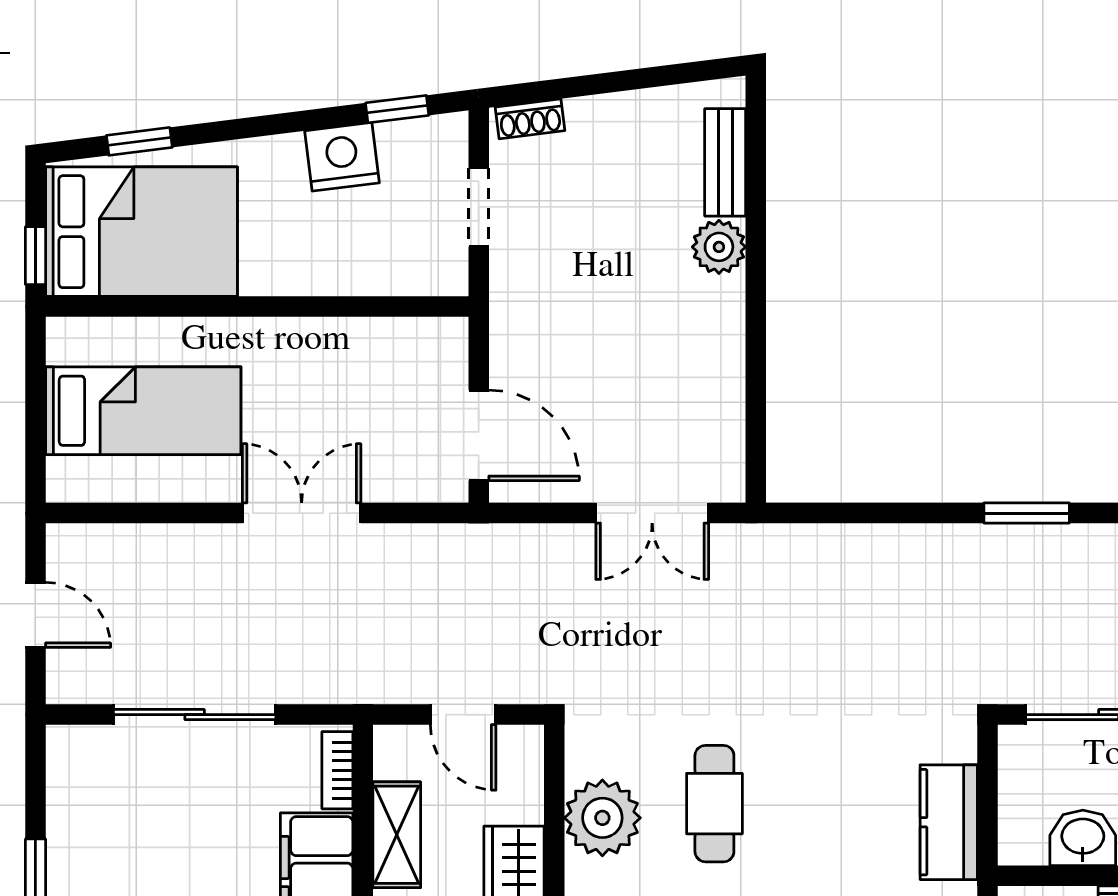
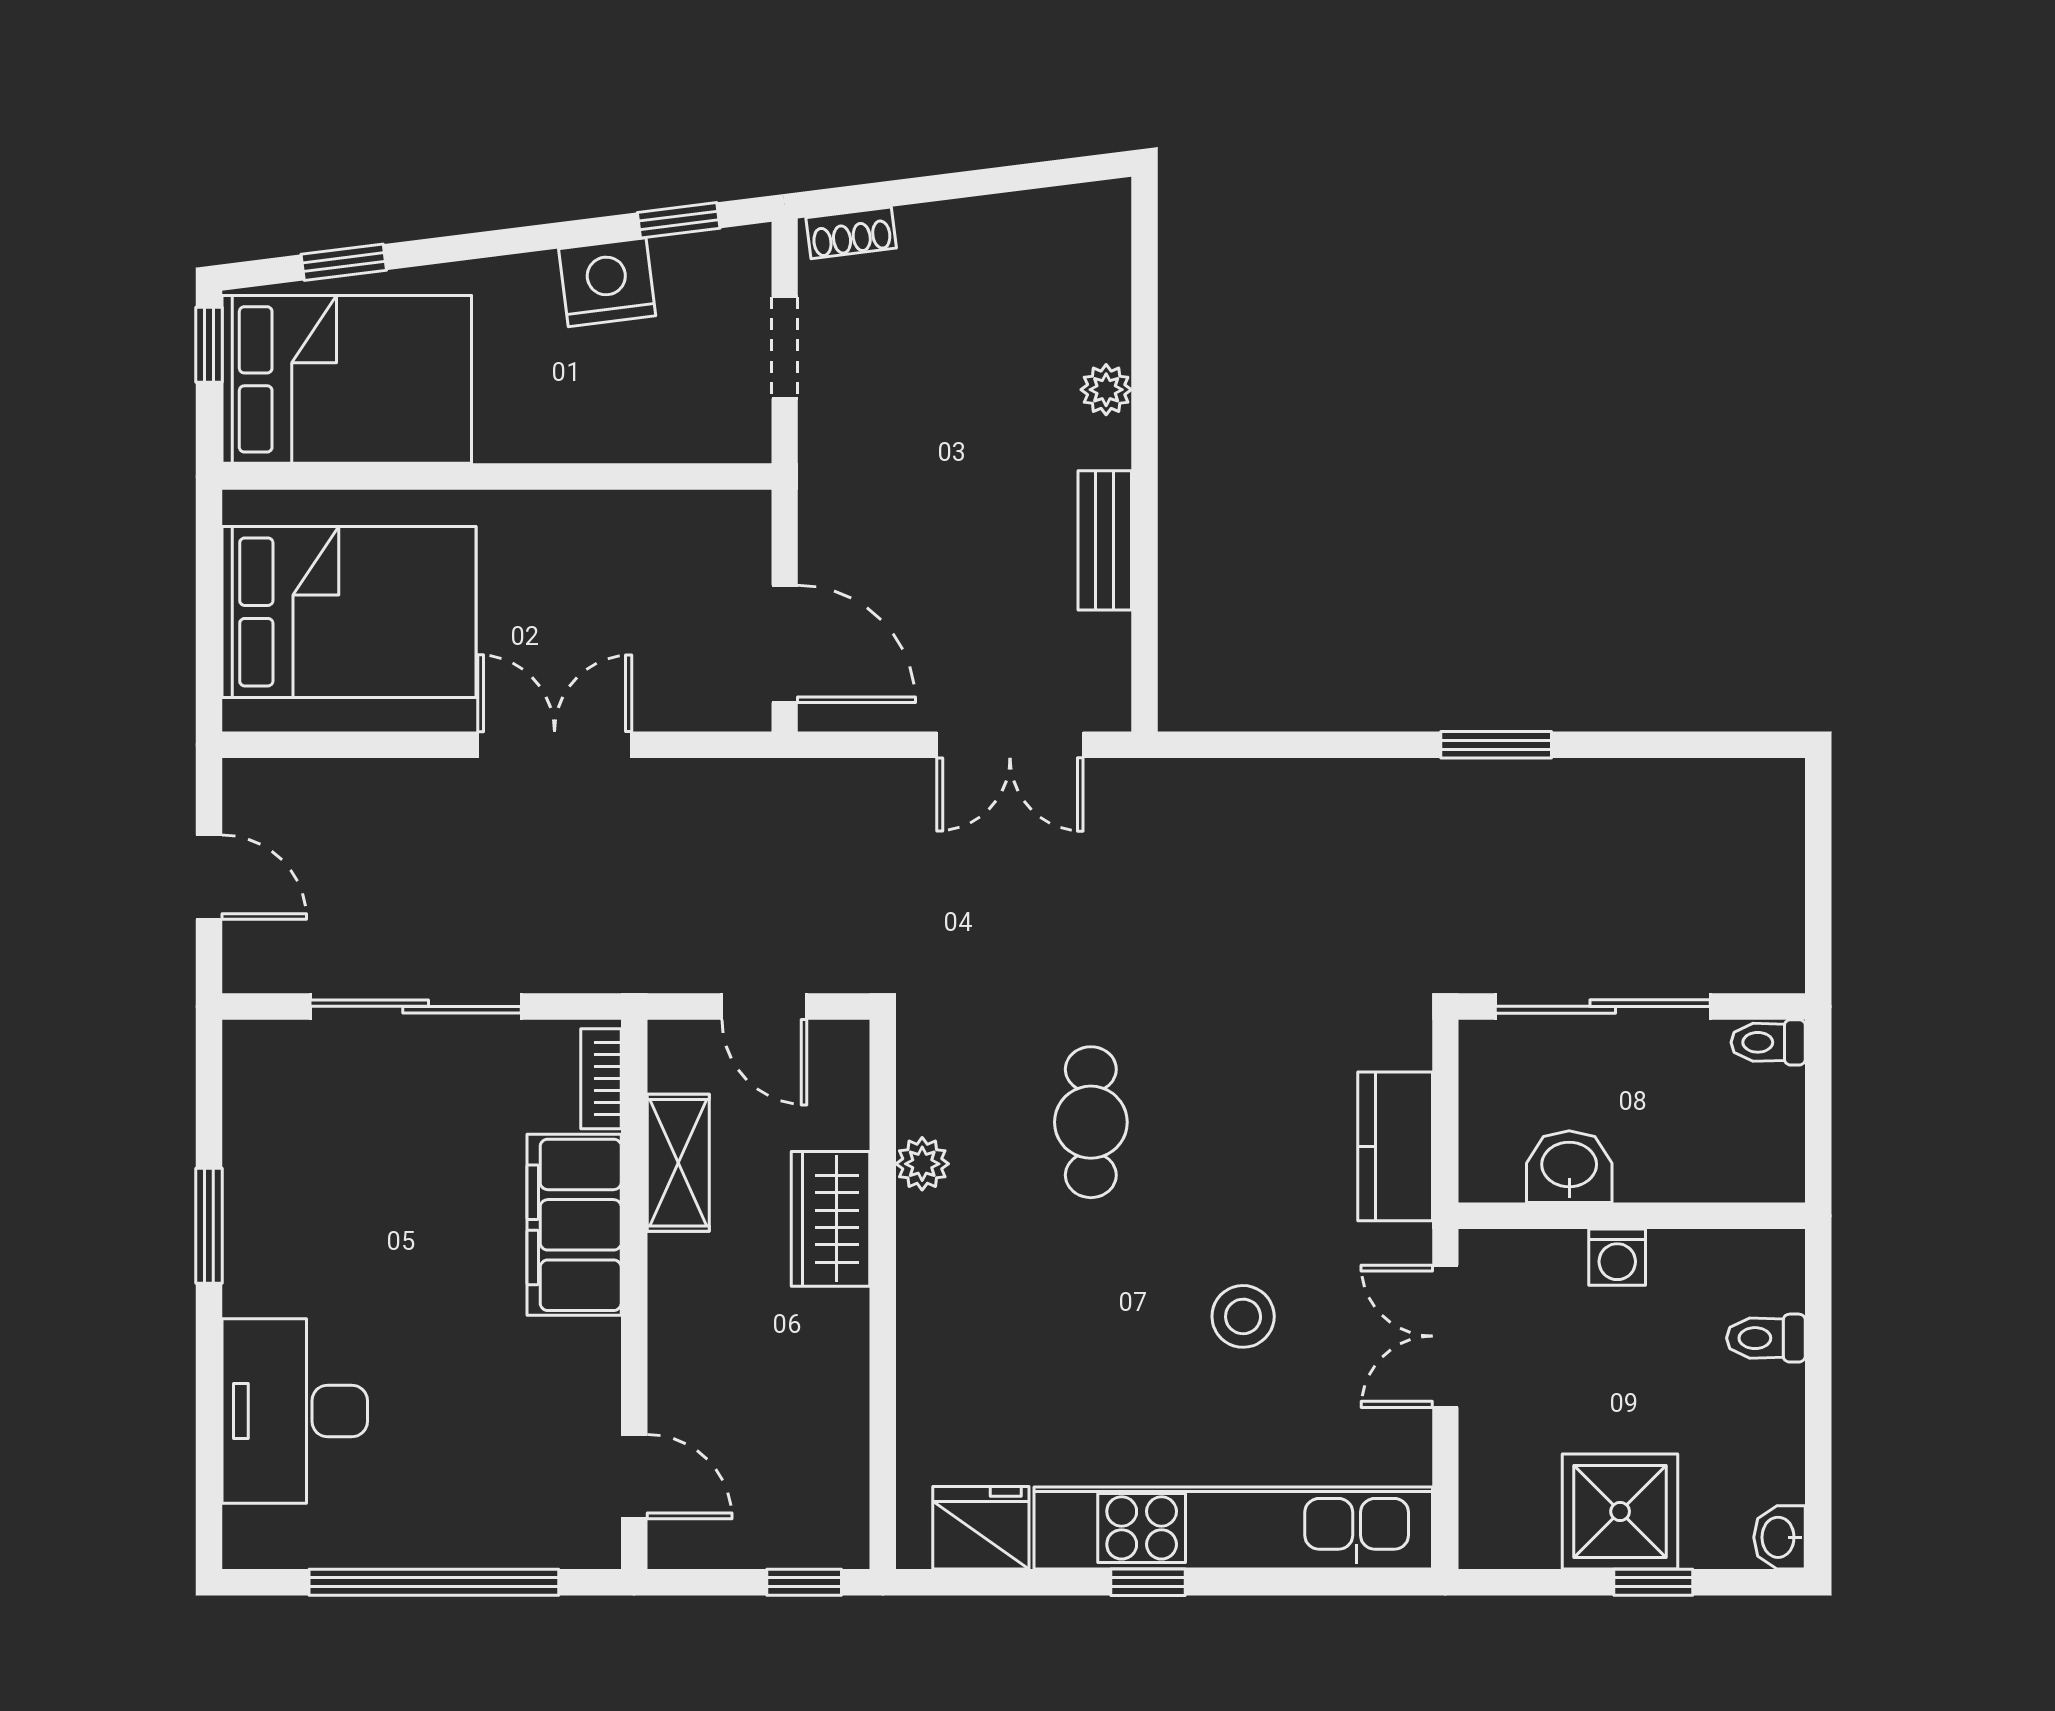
bench: (725, 162) -> (1105, 540), moved
plant: (719, 247) -> (1106, 390), width x0.73, depth x0.73
window: (35, 256) -> (209, 345), moved
bed: (143, 411) -> (349, 612), width x1.50
plant: (602, 818) -> (922, 1164), width x0.53, depth x0.53

